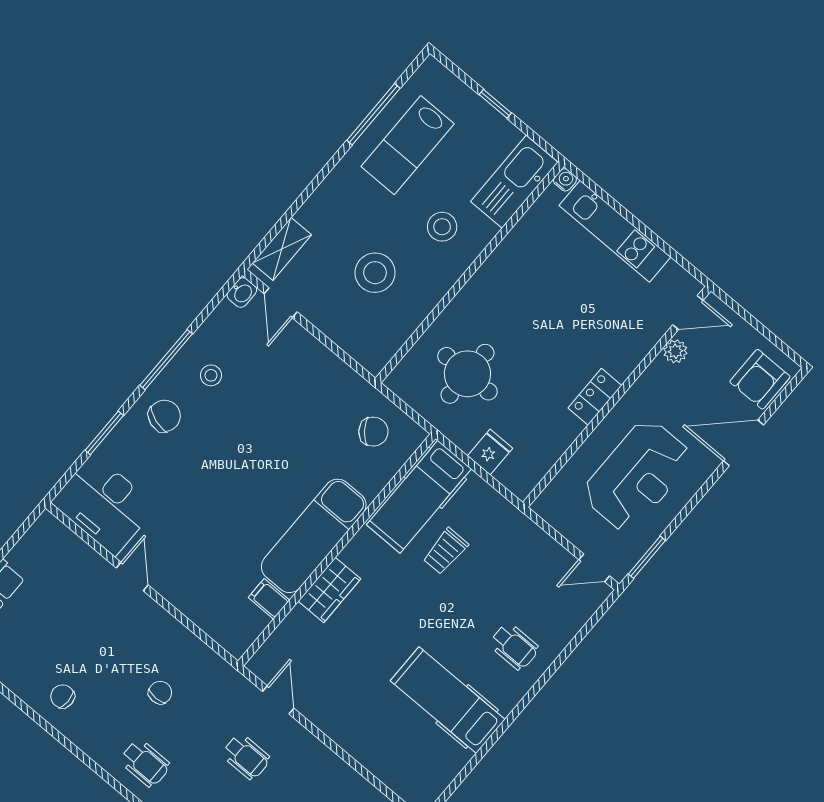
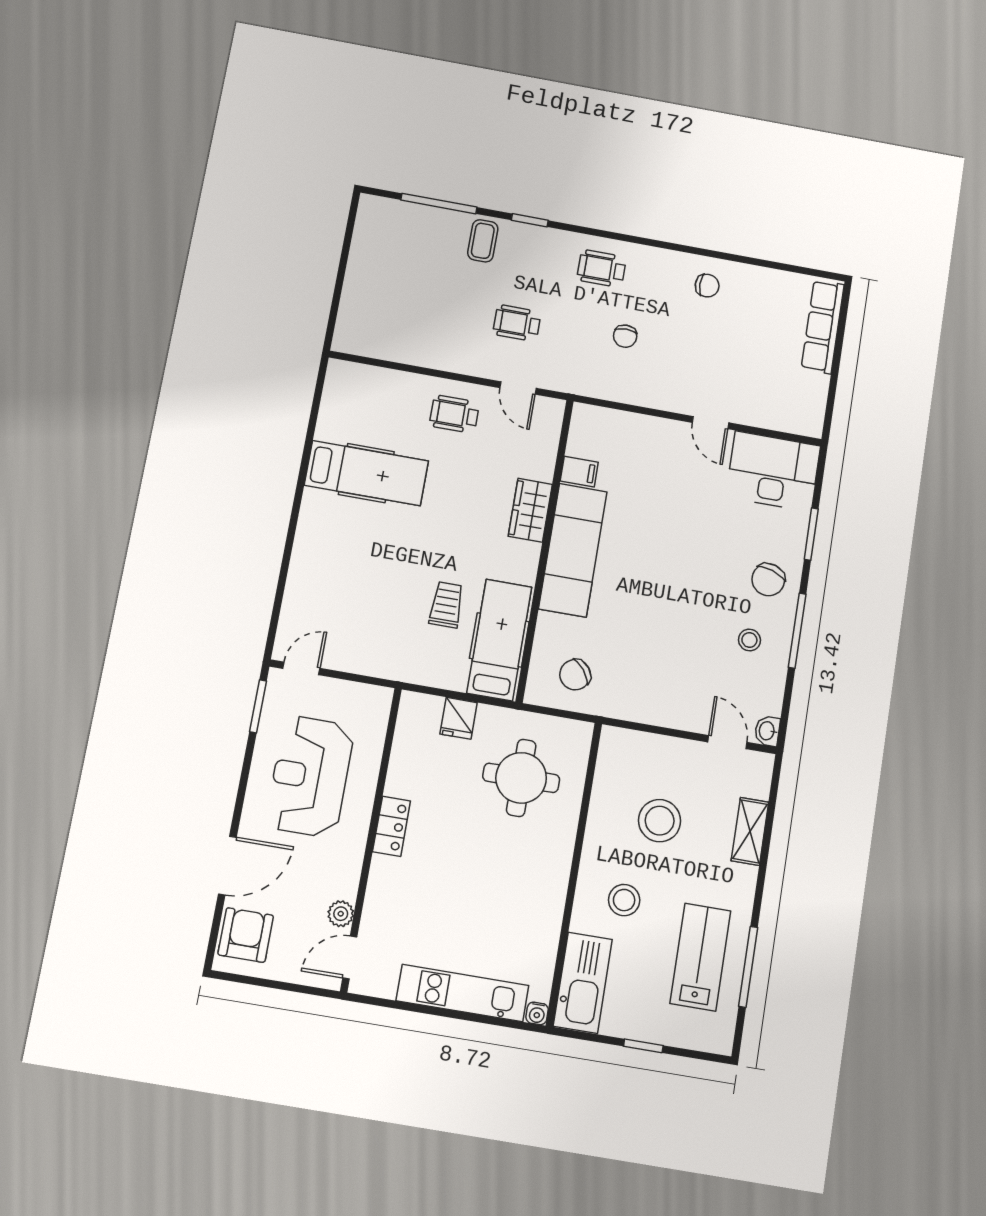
shelving: (282, 249) -> (750, 831), moved
wheelchair: (514, 646) -> (454, 414), moved

